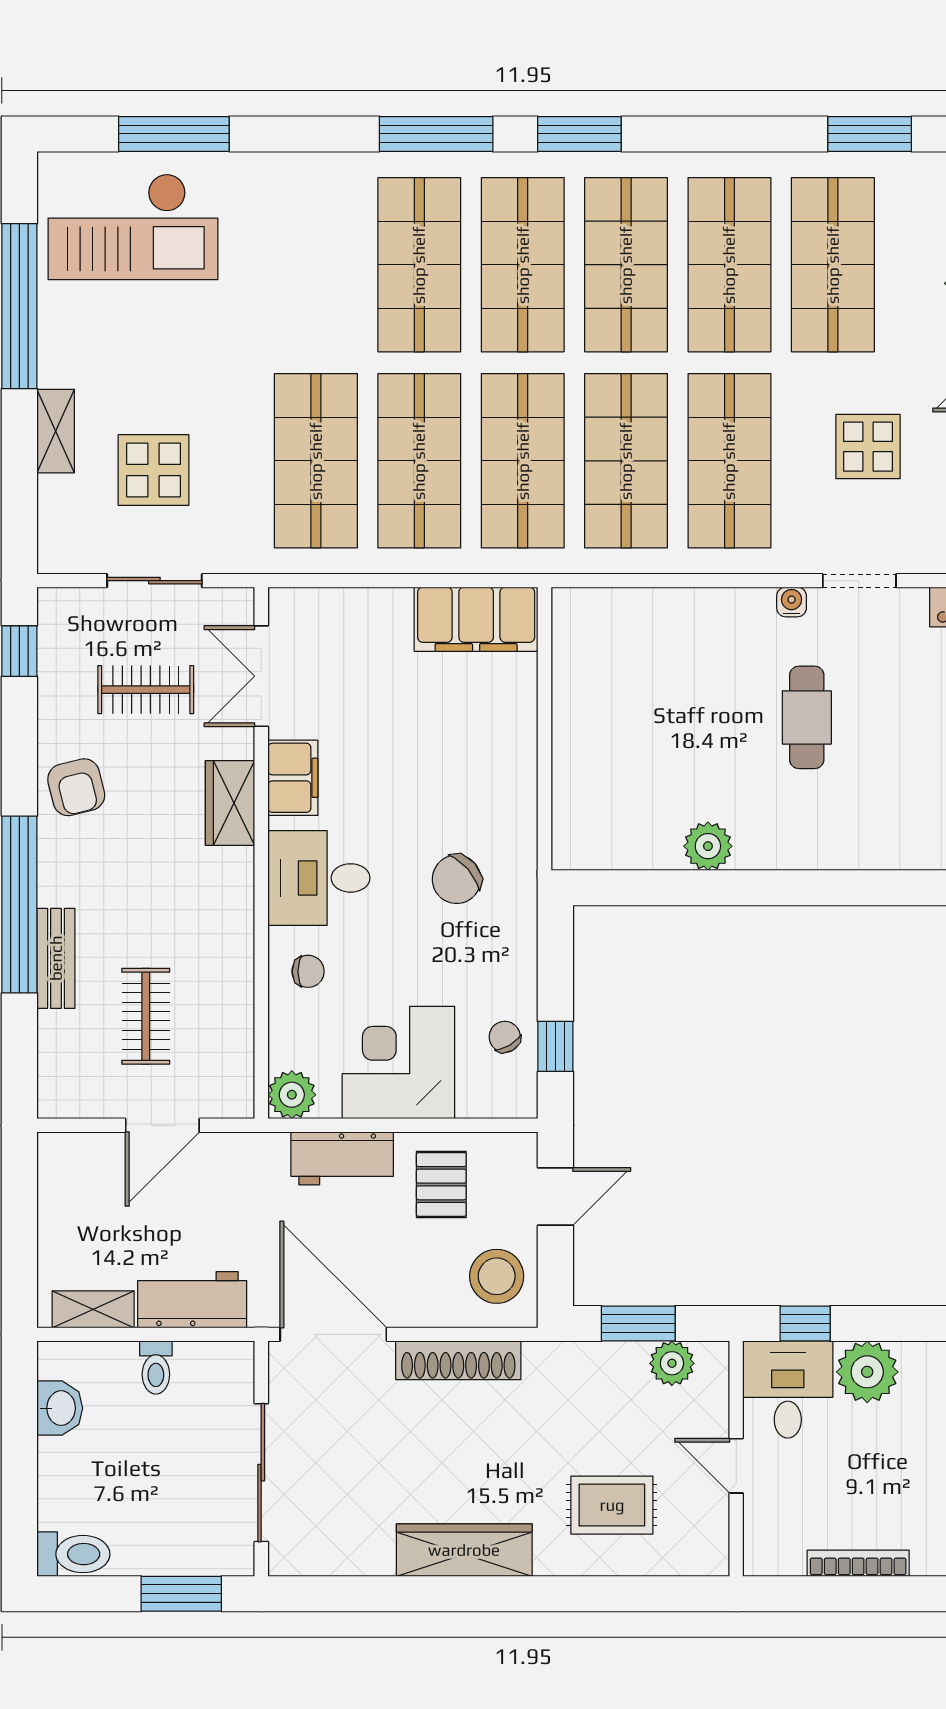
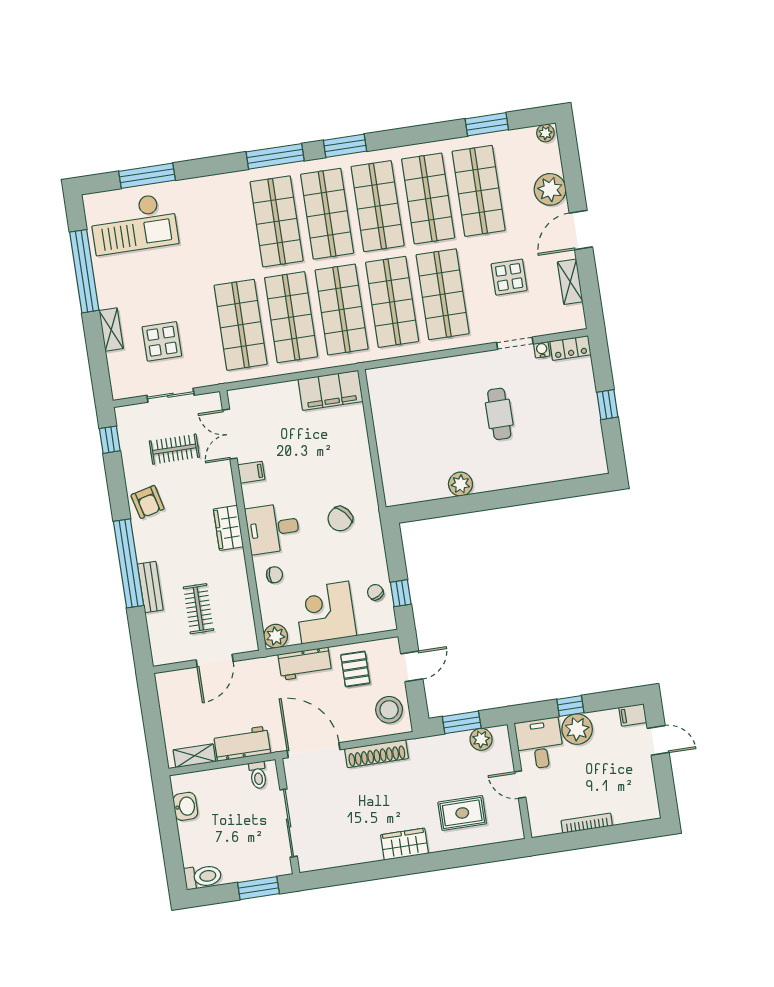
water cooler: (792, 602) -> (542, 350), moved
filing cabinet: (293, 778) -> (251, 472), width x0.50
wardrobe: (230, 803) -> (228, 528), moved
window: (805, 1324) -> (570, 706), moved
toilet: (156, 1367) -> (258, 775), moved
wardrobe: (464, 1550) -> (404, 844), width x0.67

